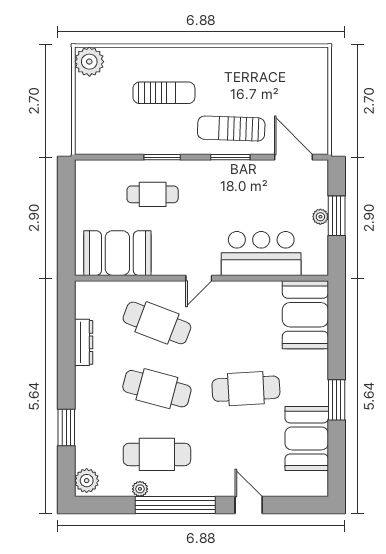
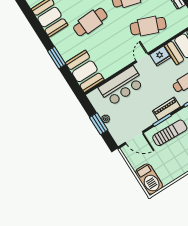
barbecue: (312, 75) -> (149, 179), added
piano: (212, 171) -> (166, 109), added
fridge: (168, 262) -> (160, 56), added
window: (337, 400) -> (57, 58), moved

